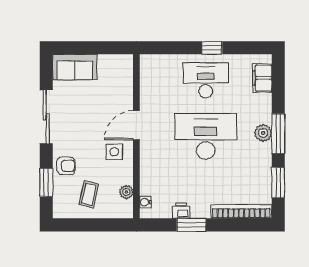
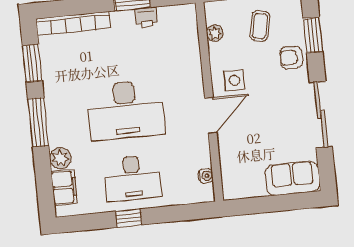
plant: (263, 133) -> (60, 158), moved
water cooler: (145, 202) -> (206, 176), moved

